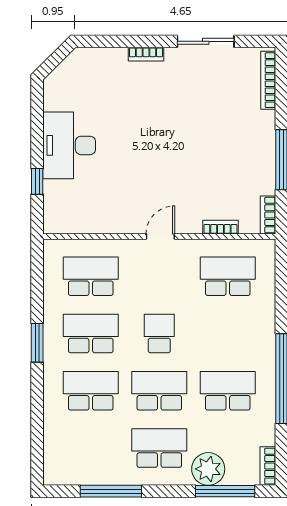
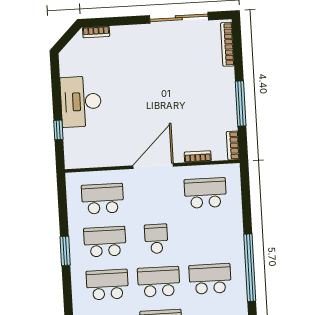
sliding door: (206, 41) -> (179, 18), width x1.37
bookcase: (146, 54) -> (96, 32), moved
door: (160, 237) -> (153, 166), width x1.87

